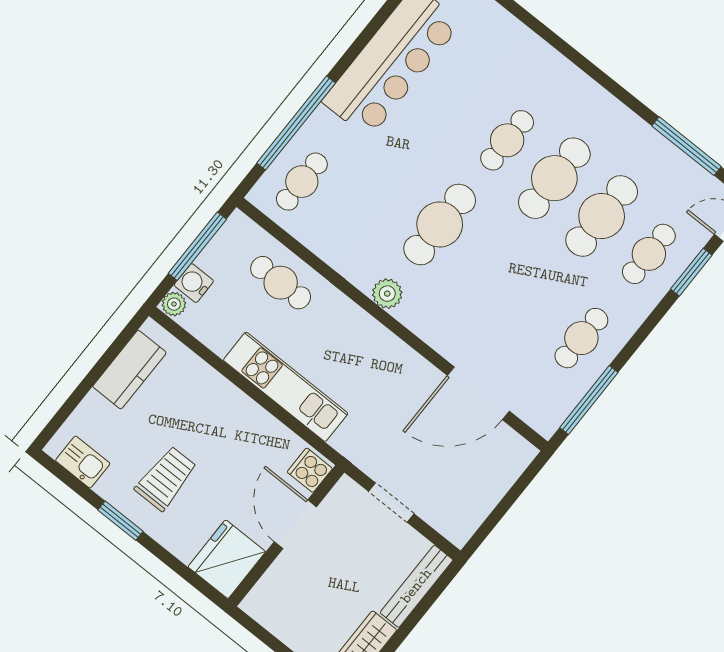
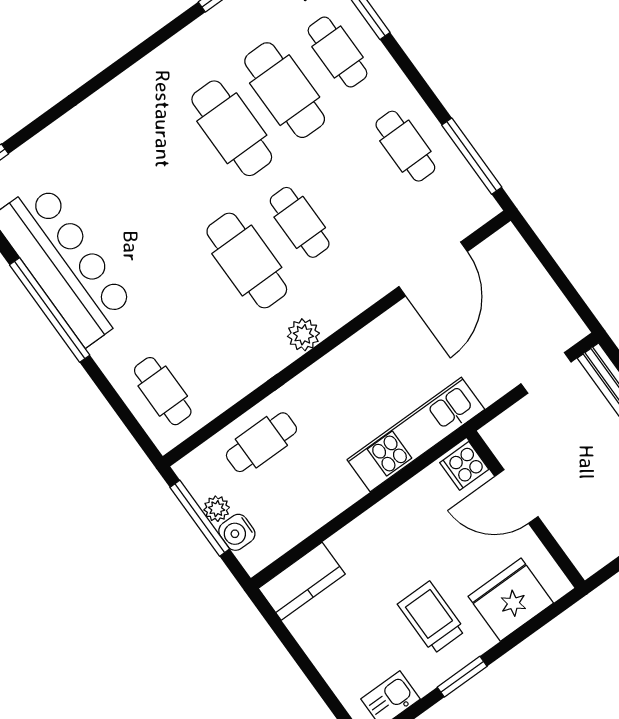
window: (296, 123) -> (50, 310), moved
cafe table: (507, 140) -> (300, 222), moved
plant: (174, 304) -> (217, 509), moved
kitchen counter: (129, 370) -> (302, 581), moved, turned 90
kitchen unit: (286, 387) -> (416, 435), moved
doorway: (391, 503) -> (546, 373), moved
fridge: (227, 559) -> (511, 600), moved, turned 90

